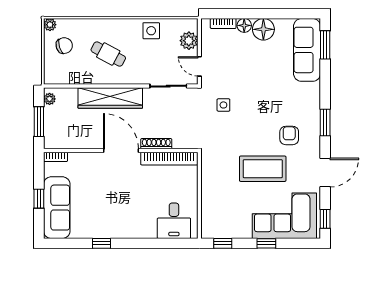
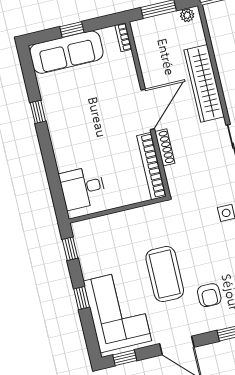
armchair: (289, 135) -> (209, 295), turned 90

